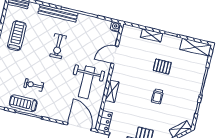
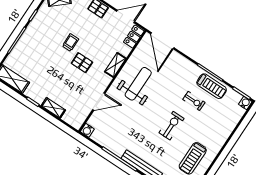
exercise bike: (58, 46) -> (172, 126), moved
pallet: (162, 66) -> (82, 63), moved

